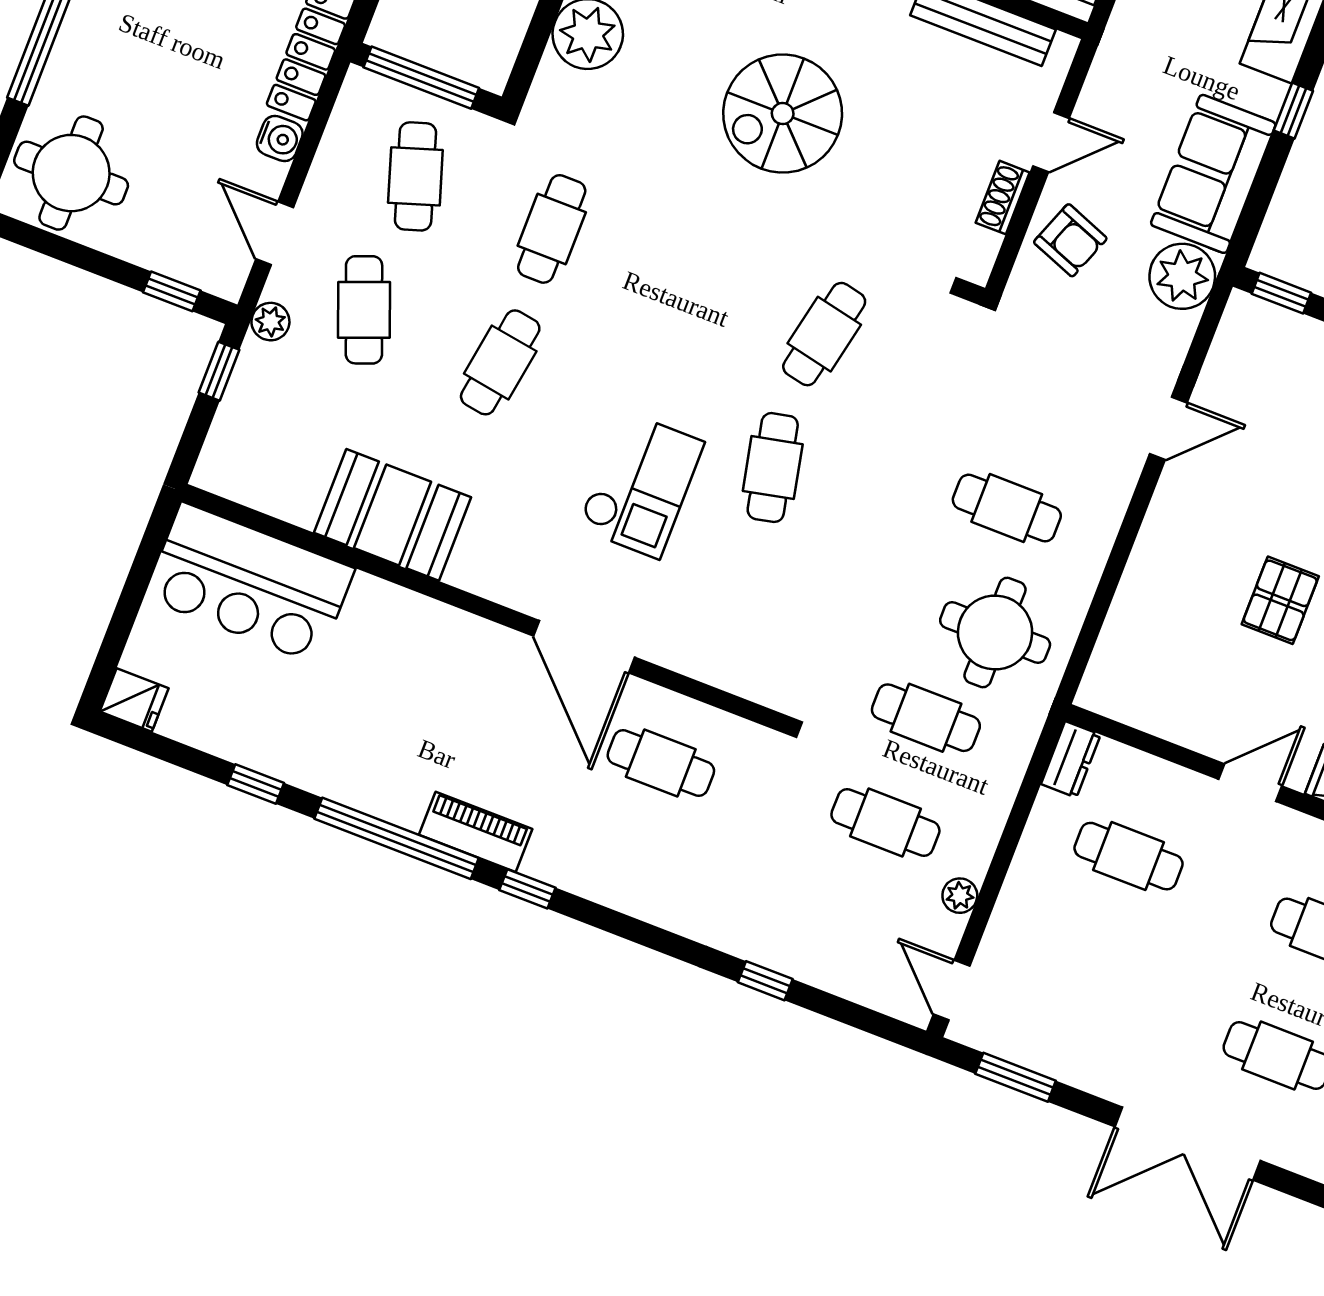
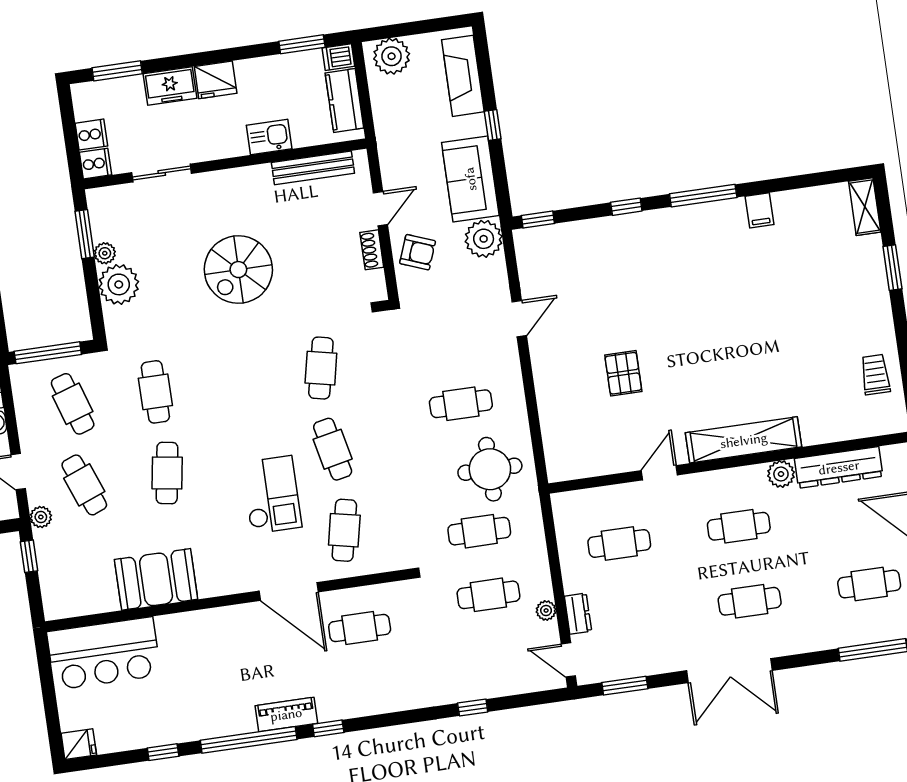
cafe table: (721, 601) -> (344, 530), added
dresser: (1071, 759) -> (578, 614), moved

